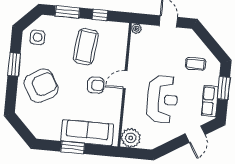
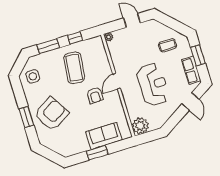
window: (14, 64) -> (26, 117), moved
armchair: (96, 85) -> (95, 95), turned 90
sofa: (87, 133) -> (104, 136), width x0.73

